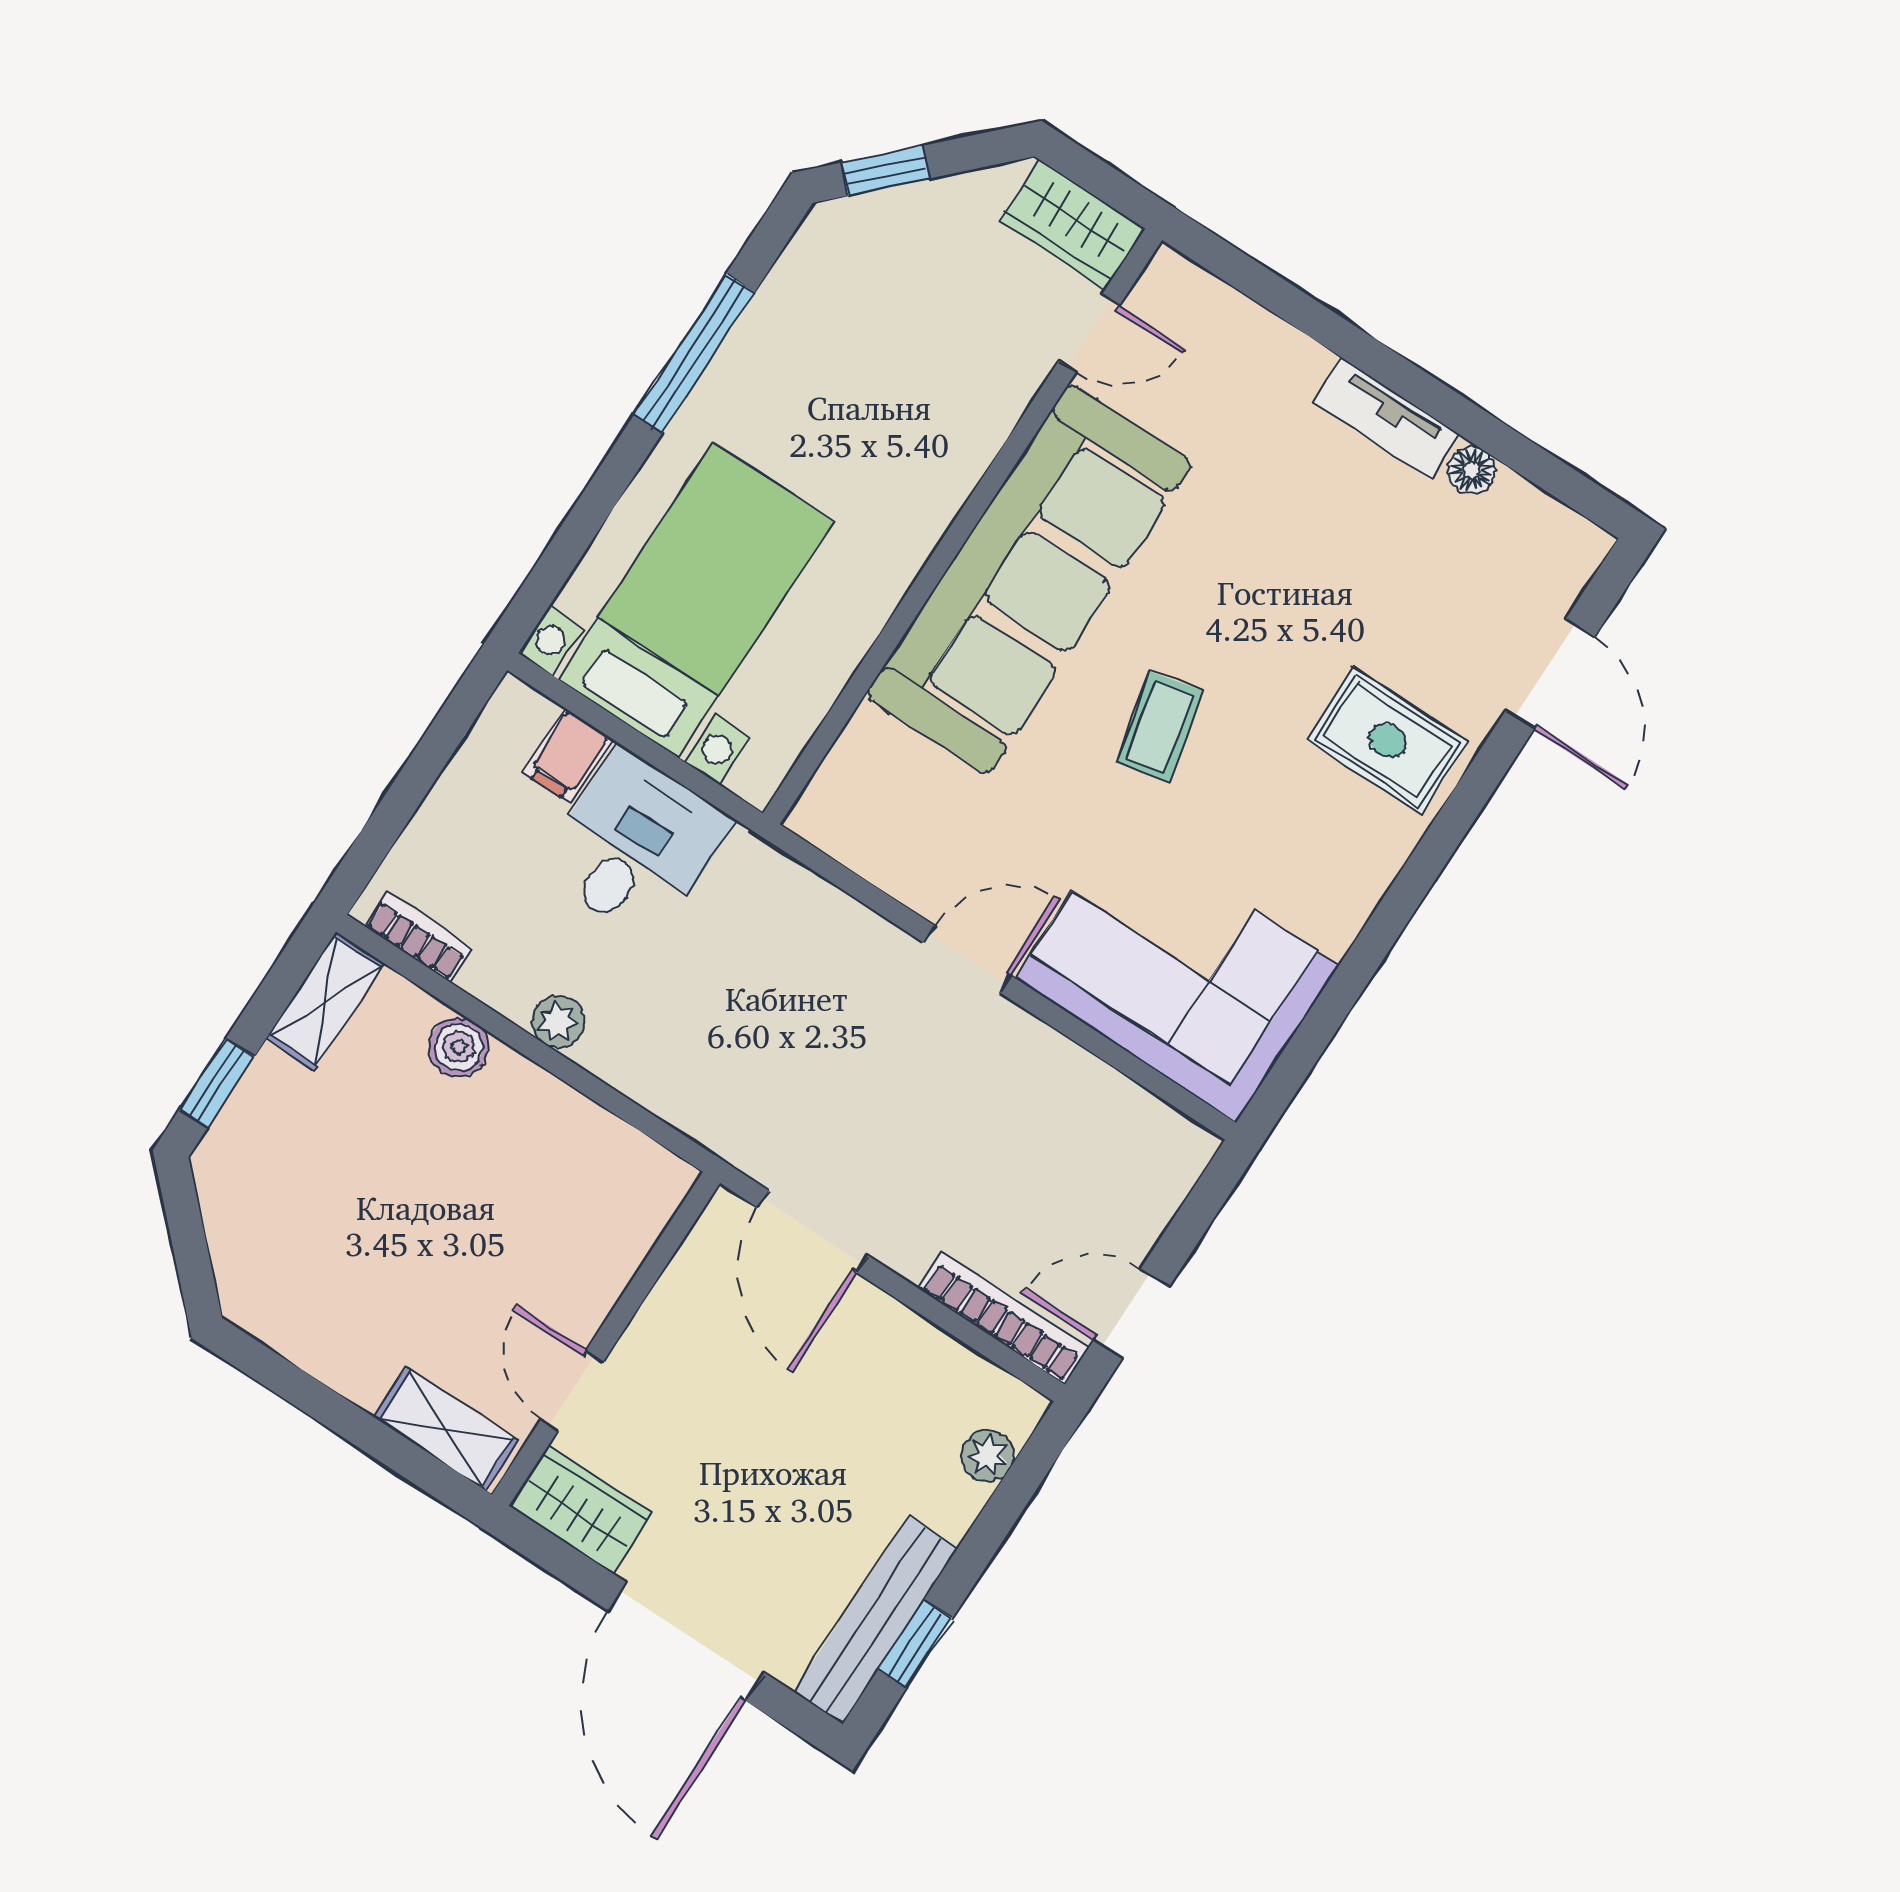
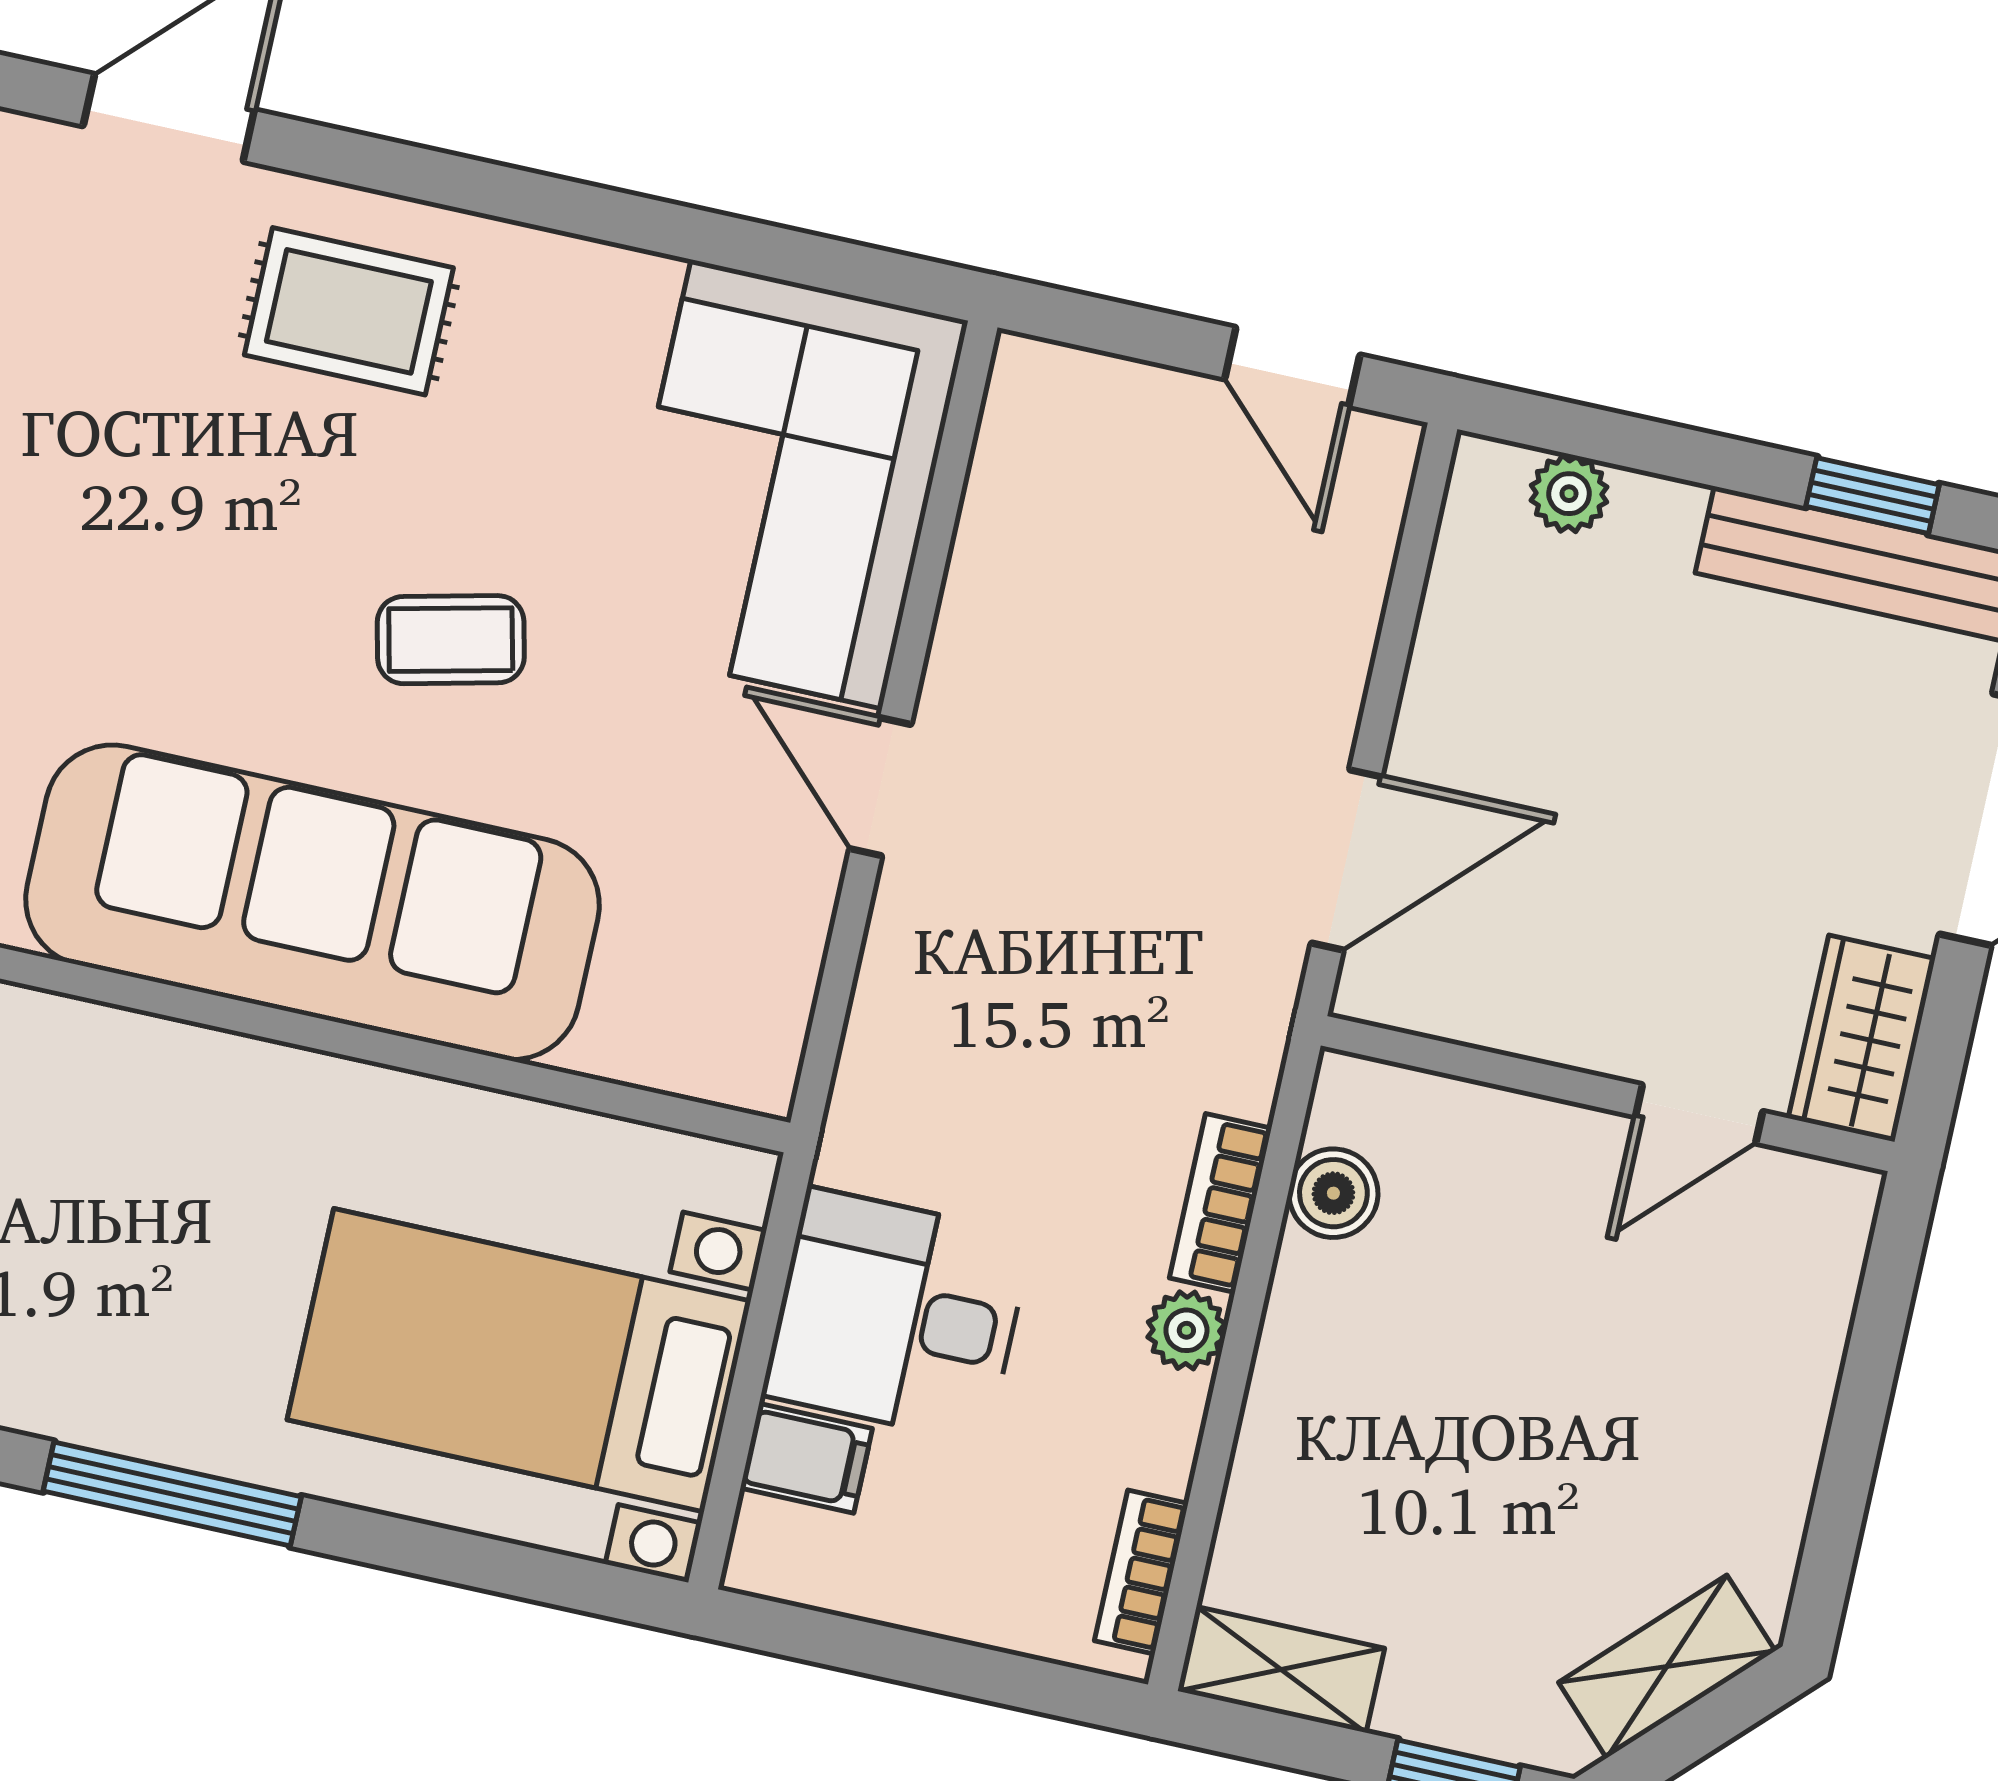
rug: (1387, 741) -> (349, 311), turned 90
boiler: (459, 1047) -> (1333, 1193), moved
bookcase: (1004, 1318) -> (1220, 1203), moved, width x0.64
shelving: (446, 1429) -> (1667, 1667), moved, turned 45

